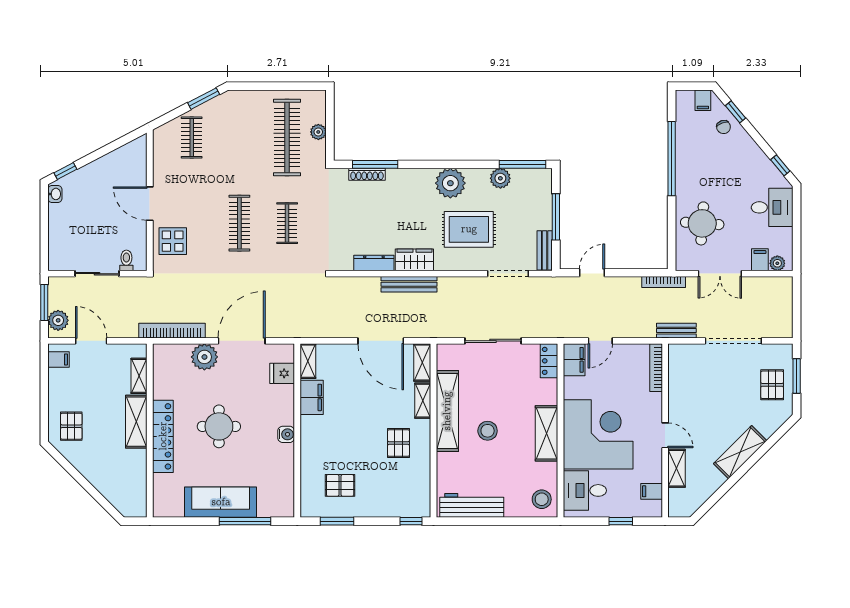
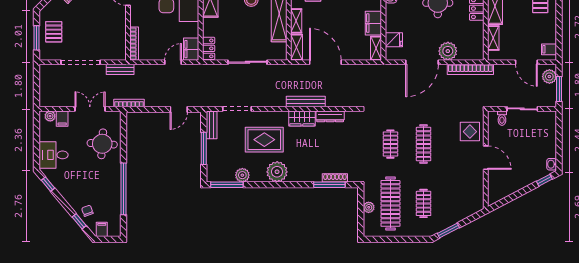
clothes rail: (192, 138) -> (424, 203), moved

